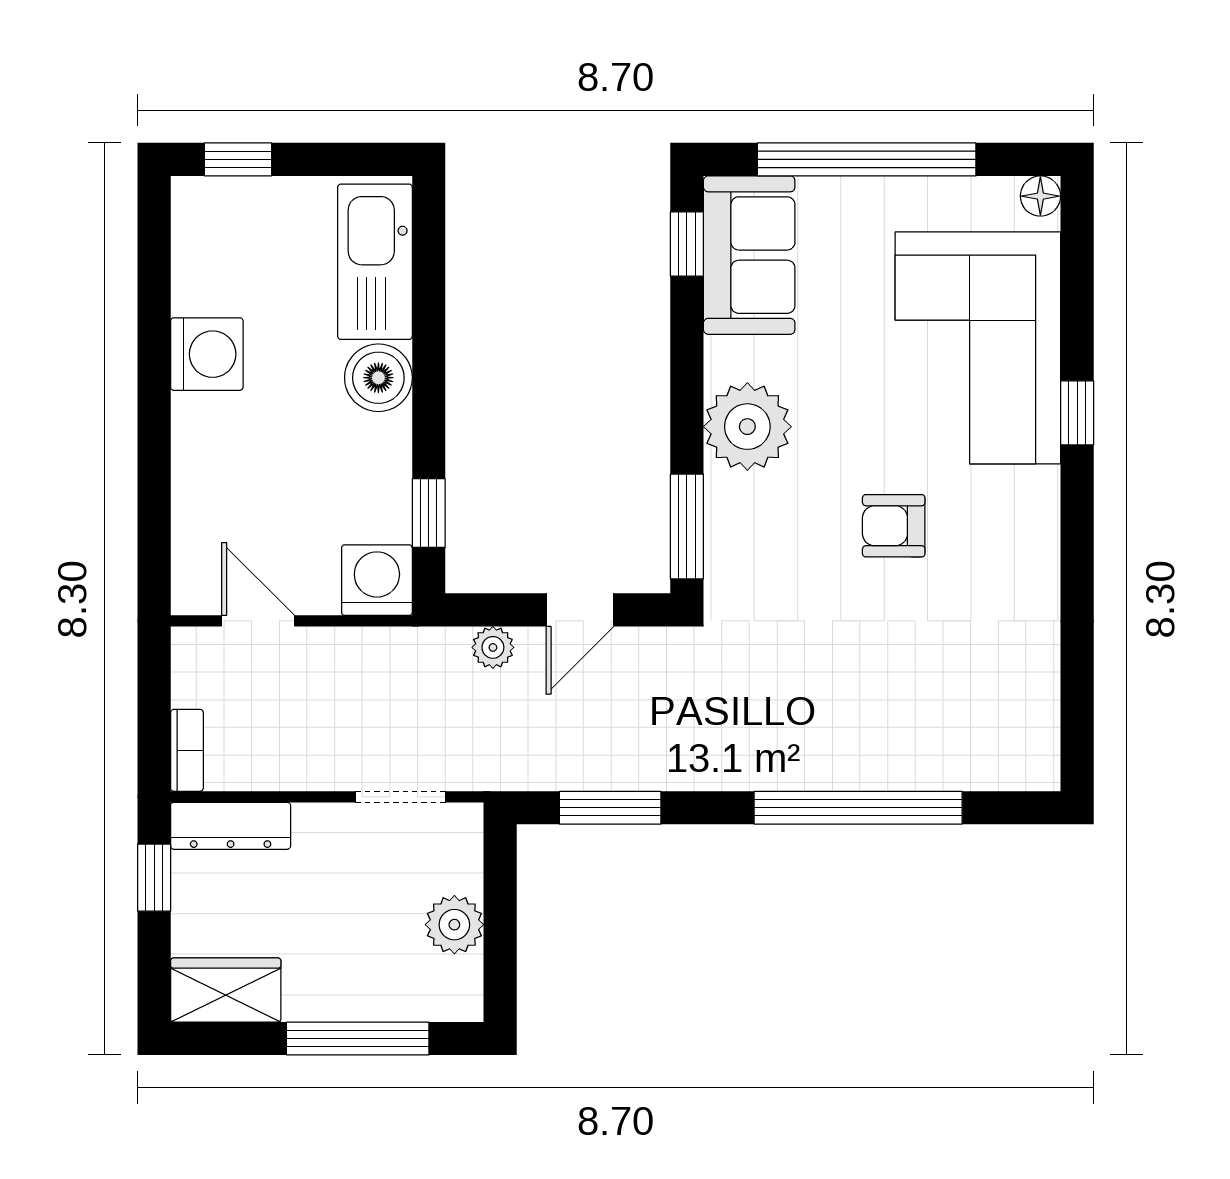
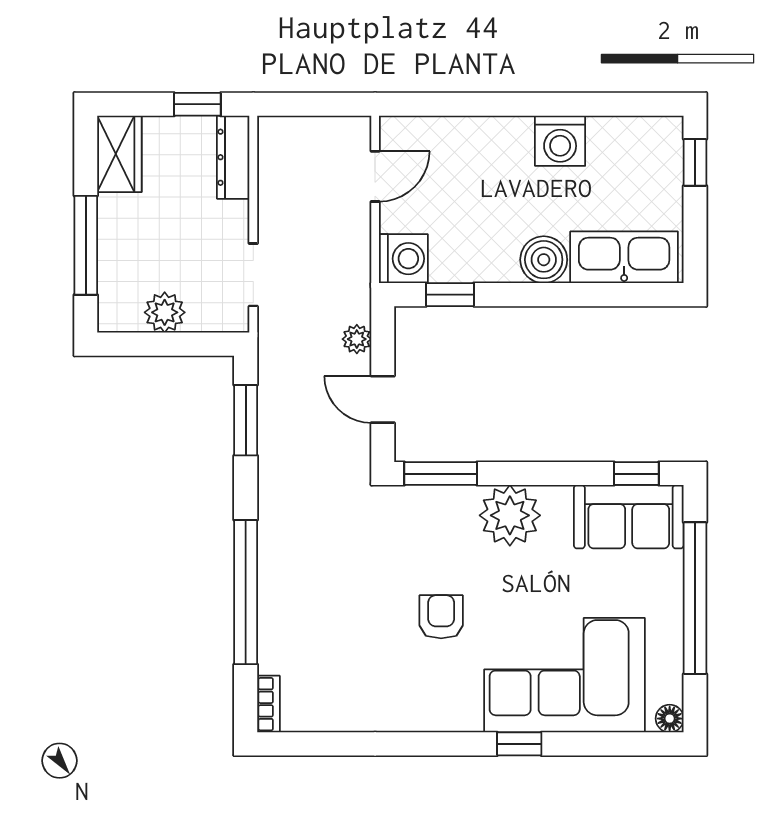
bookcase: (187, 750) -> (268, 704), moved, turned -90

